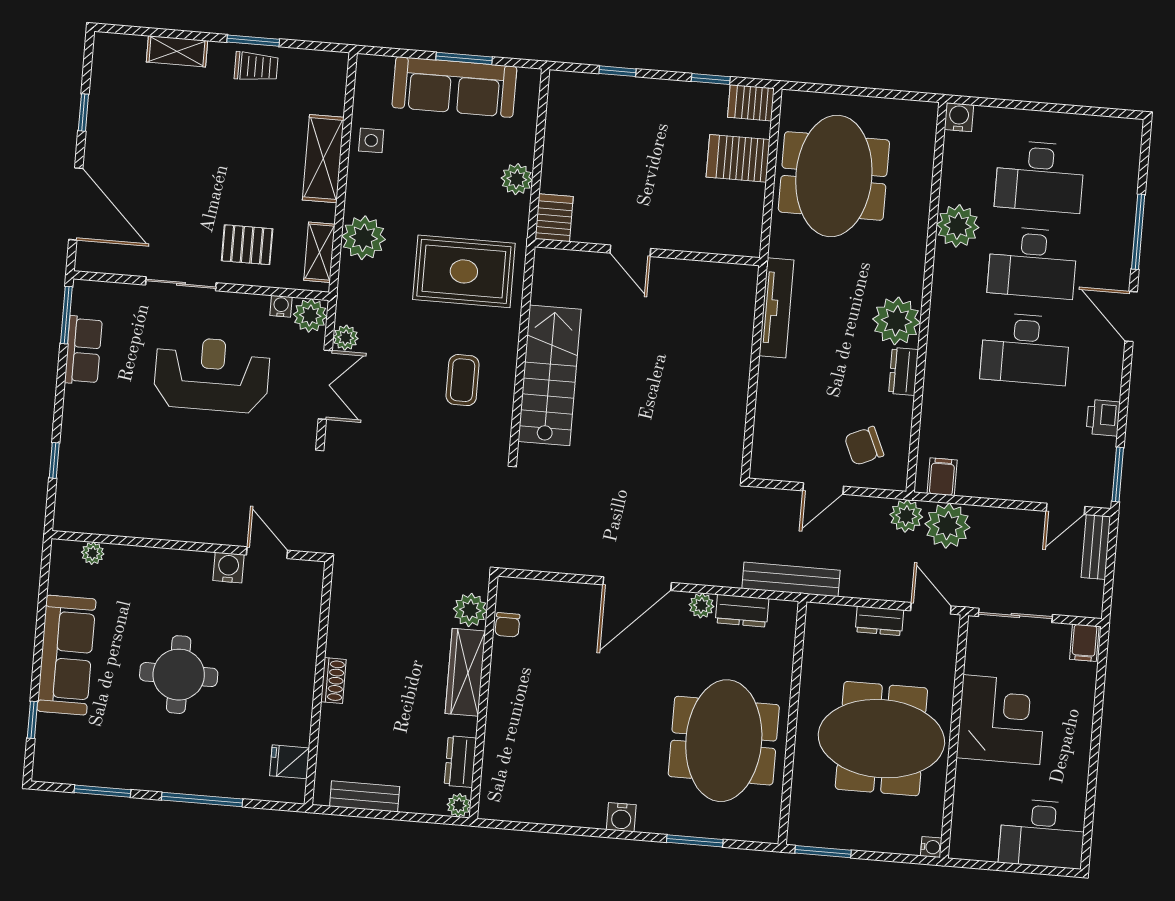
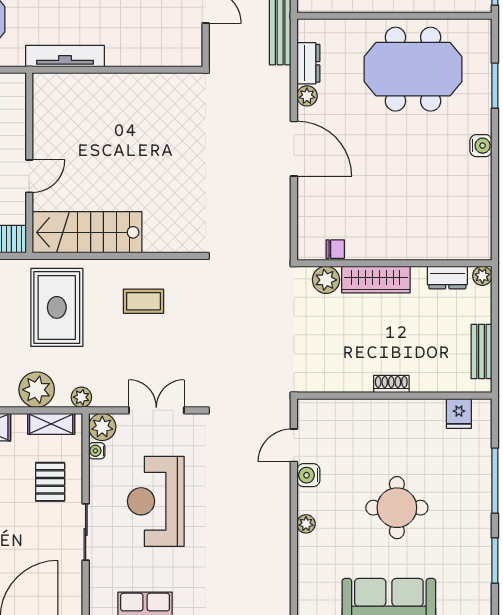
plant: (346, 338) -> (81, 397), moved
stairs: (550, 375) -> (87, 232), moved
plant: (93, 553) -> (306, 524), moved

